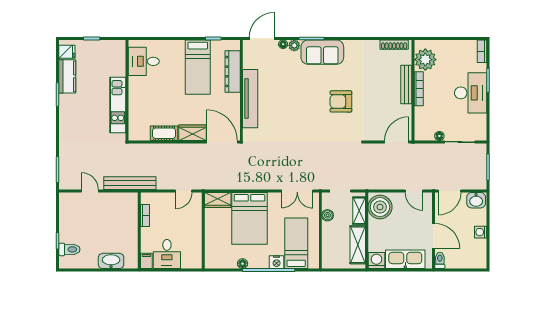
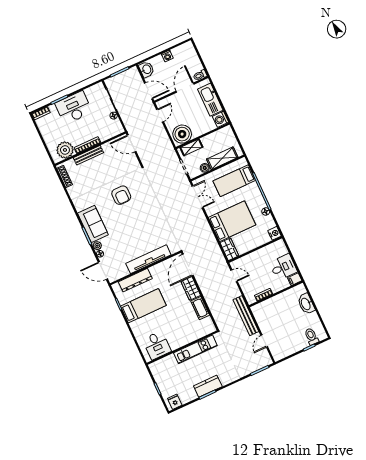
kitchen counter: (67, 76) -> (208, 386), moved
shelving: (358, 245) -> (222, 158), moved
nightstand: (277, 262) -> (274, 233), moved

